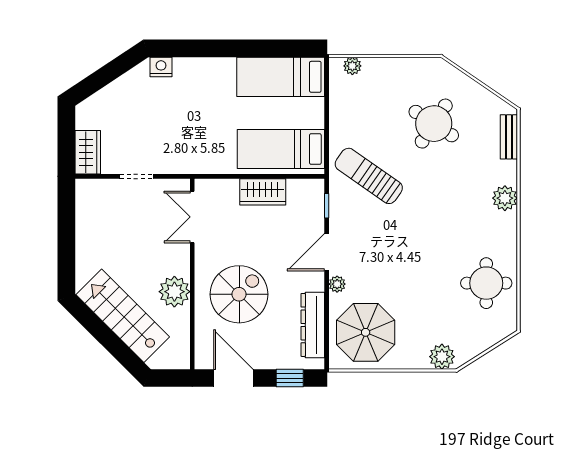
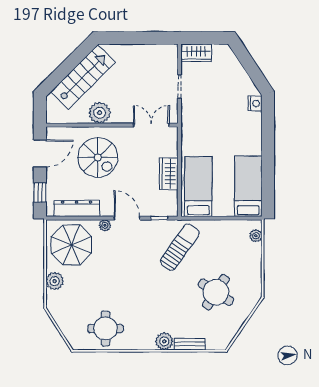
bench: (509, 137) -> (190, 344), moved
plant: (442, 357) -> (55, 281), moved

